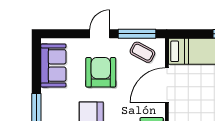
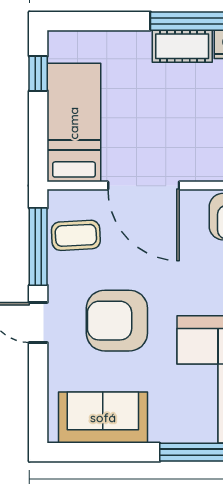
coffee table: (142, 52) -> (76, 235), turned 59

